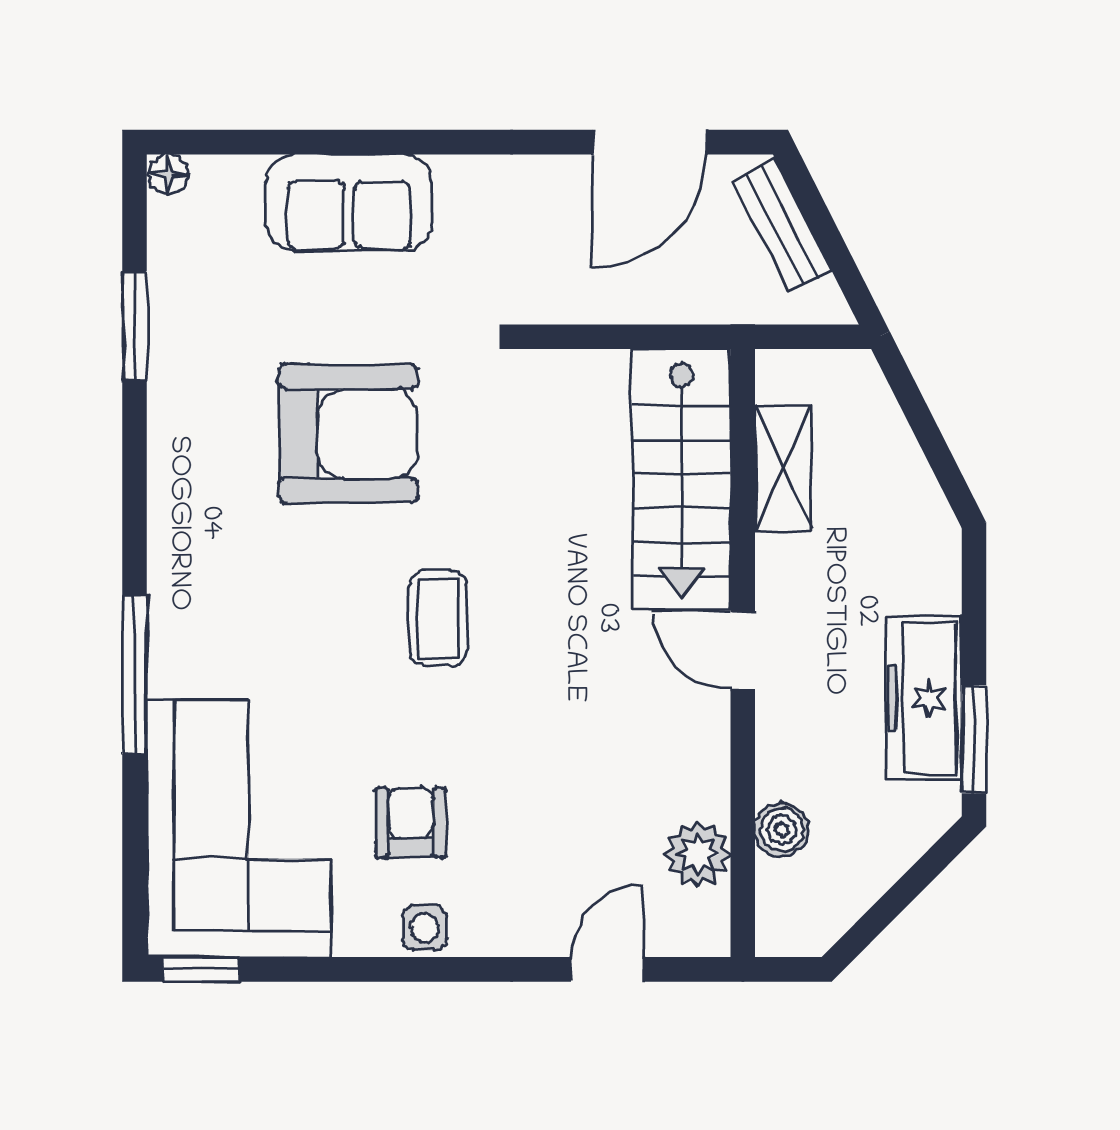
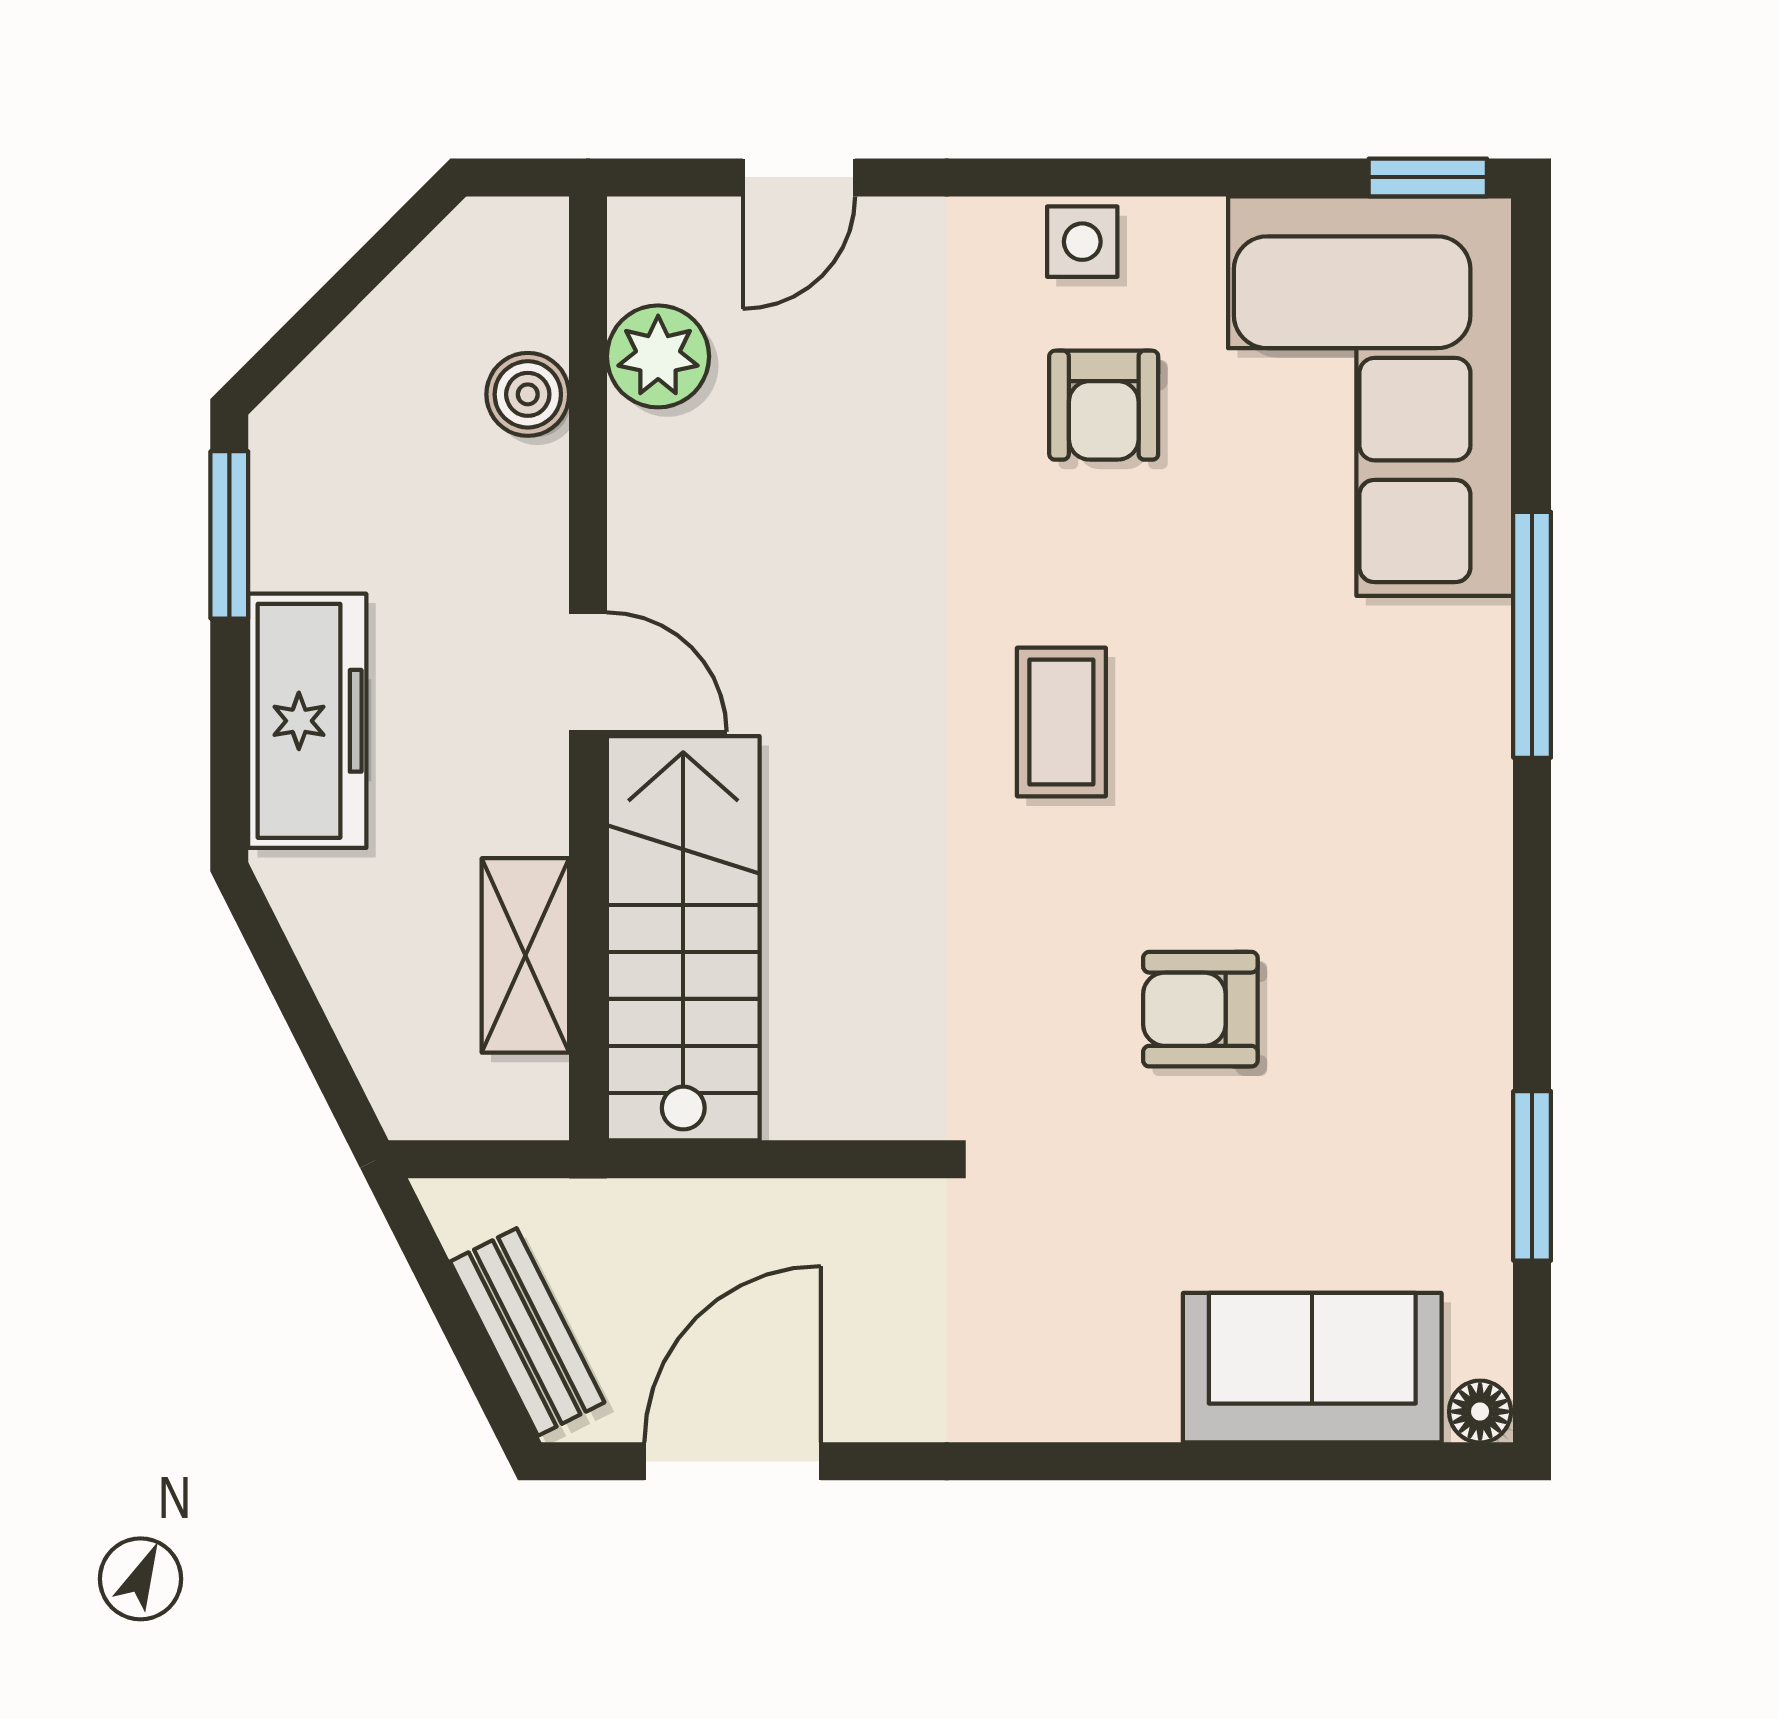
sofa: (349, 202) -> (1312, 1368), moved
armchair: (348, 433) -> (1200, 1009), width x0.53, depth x0.53
freezer: (924, 698) -> (307, 721), moved

